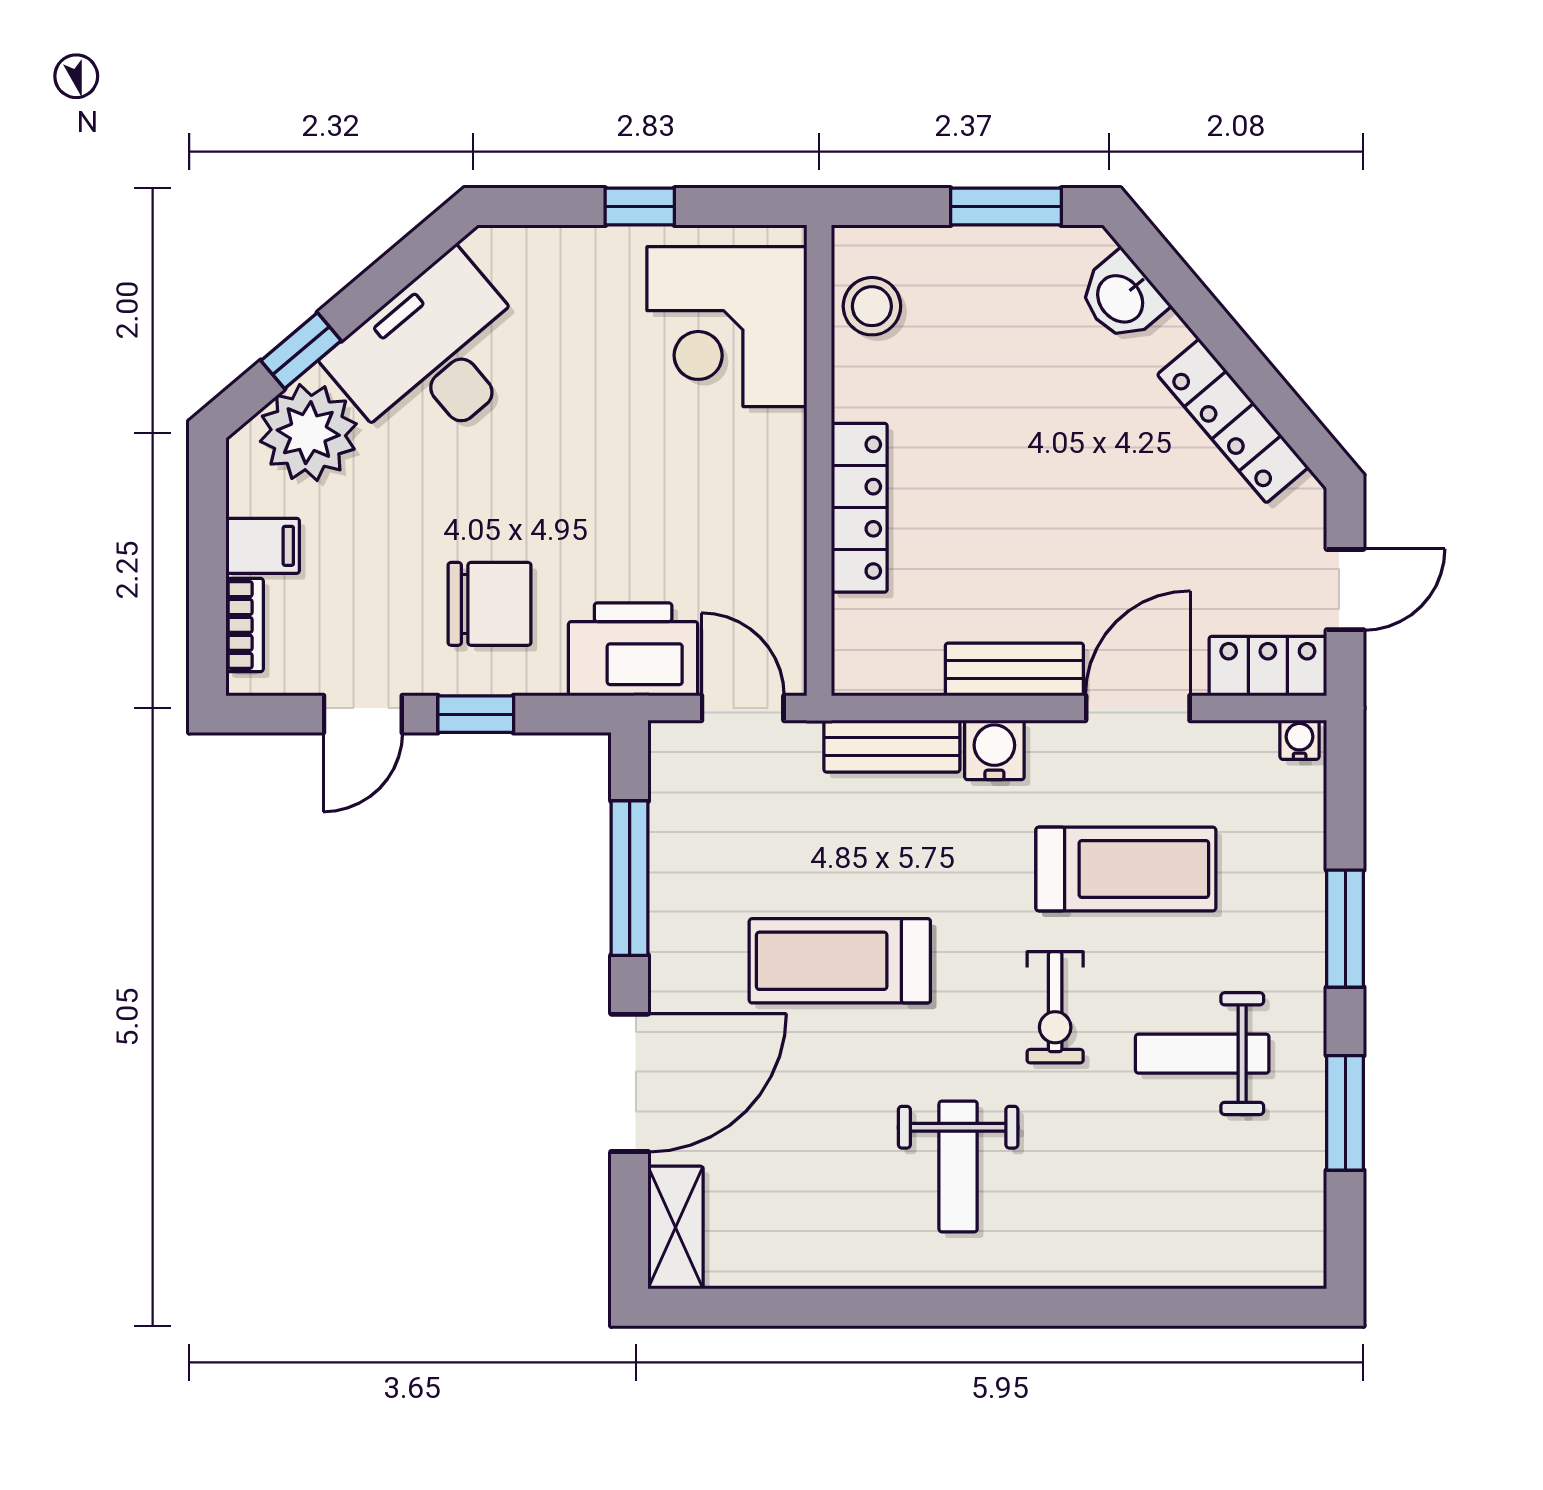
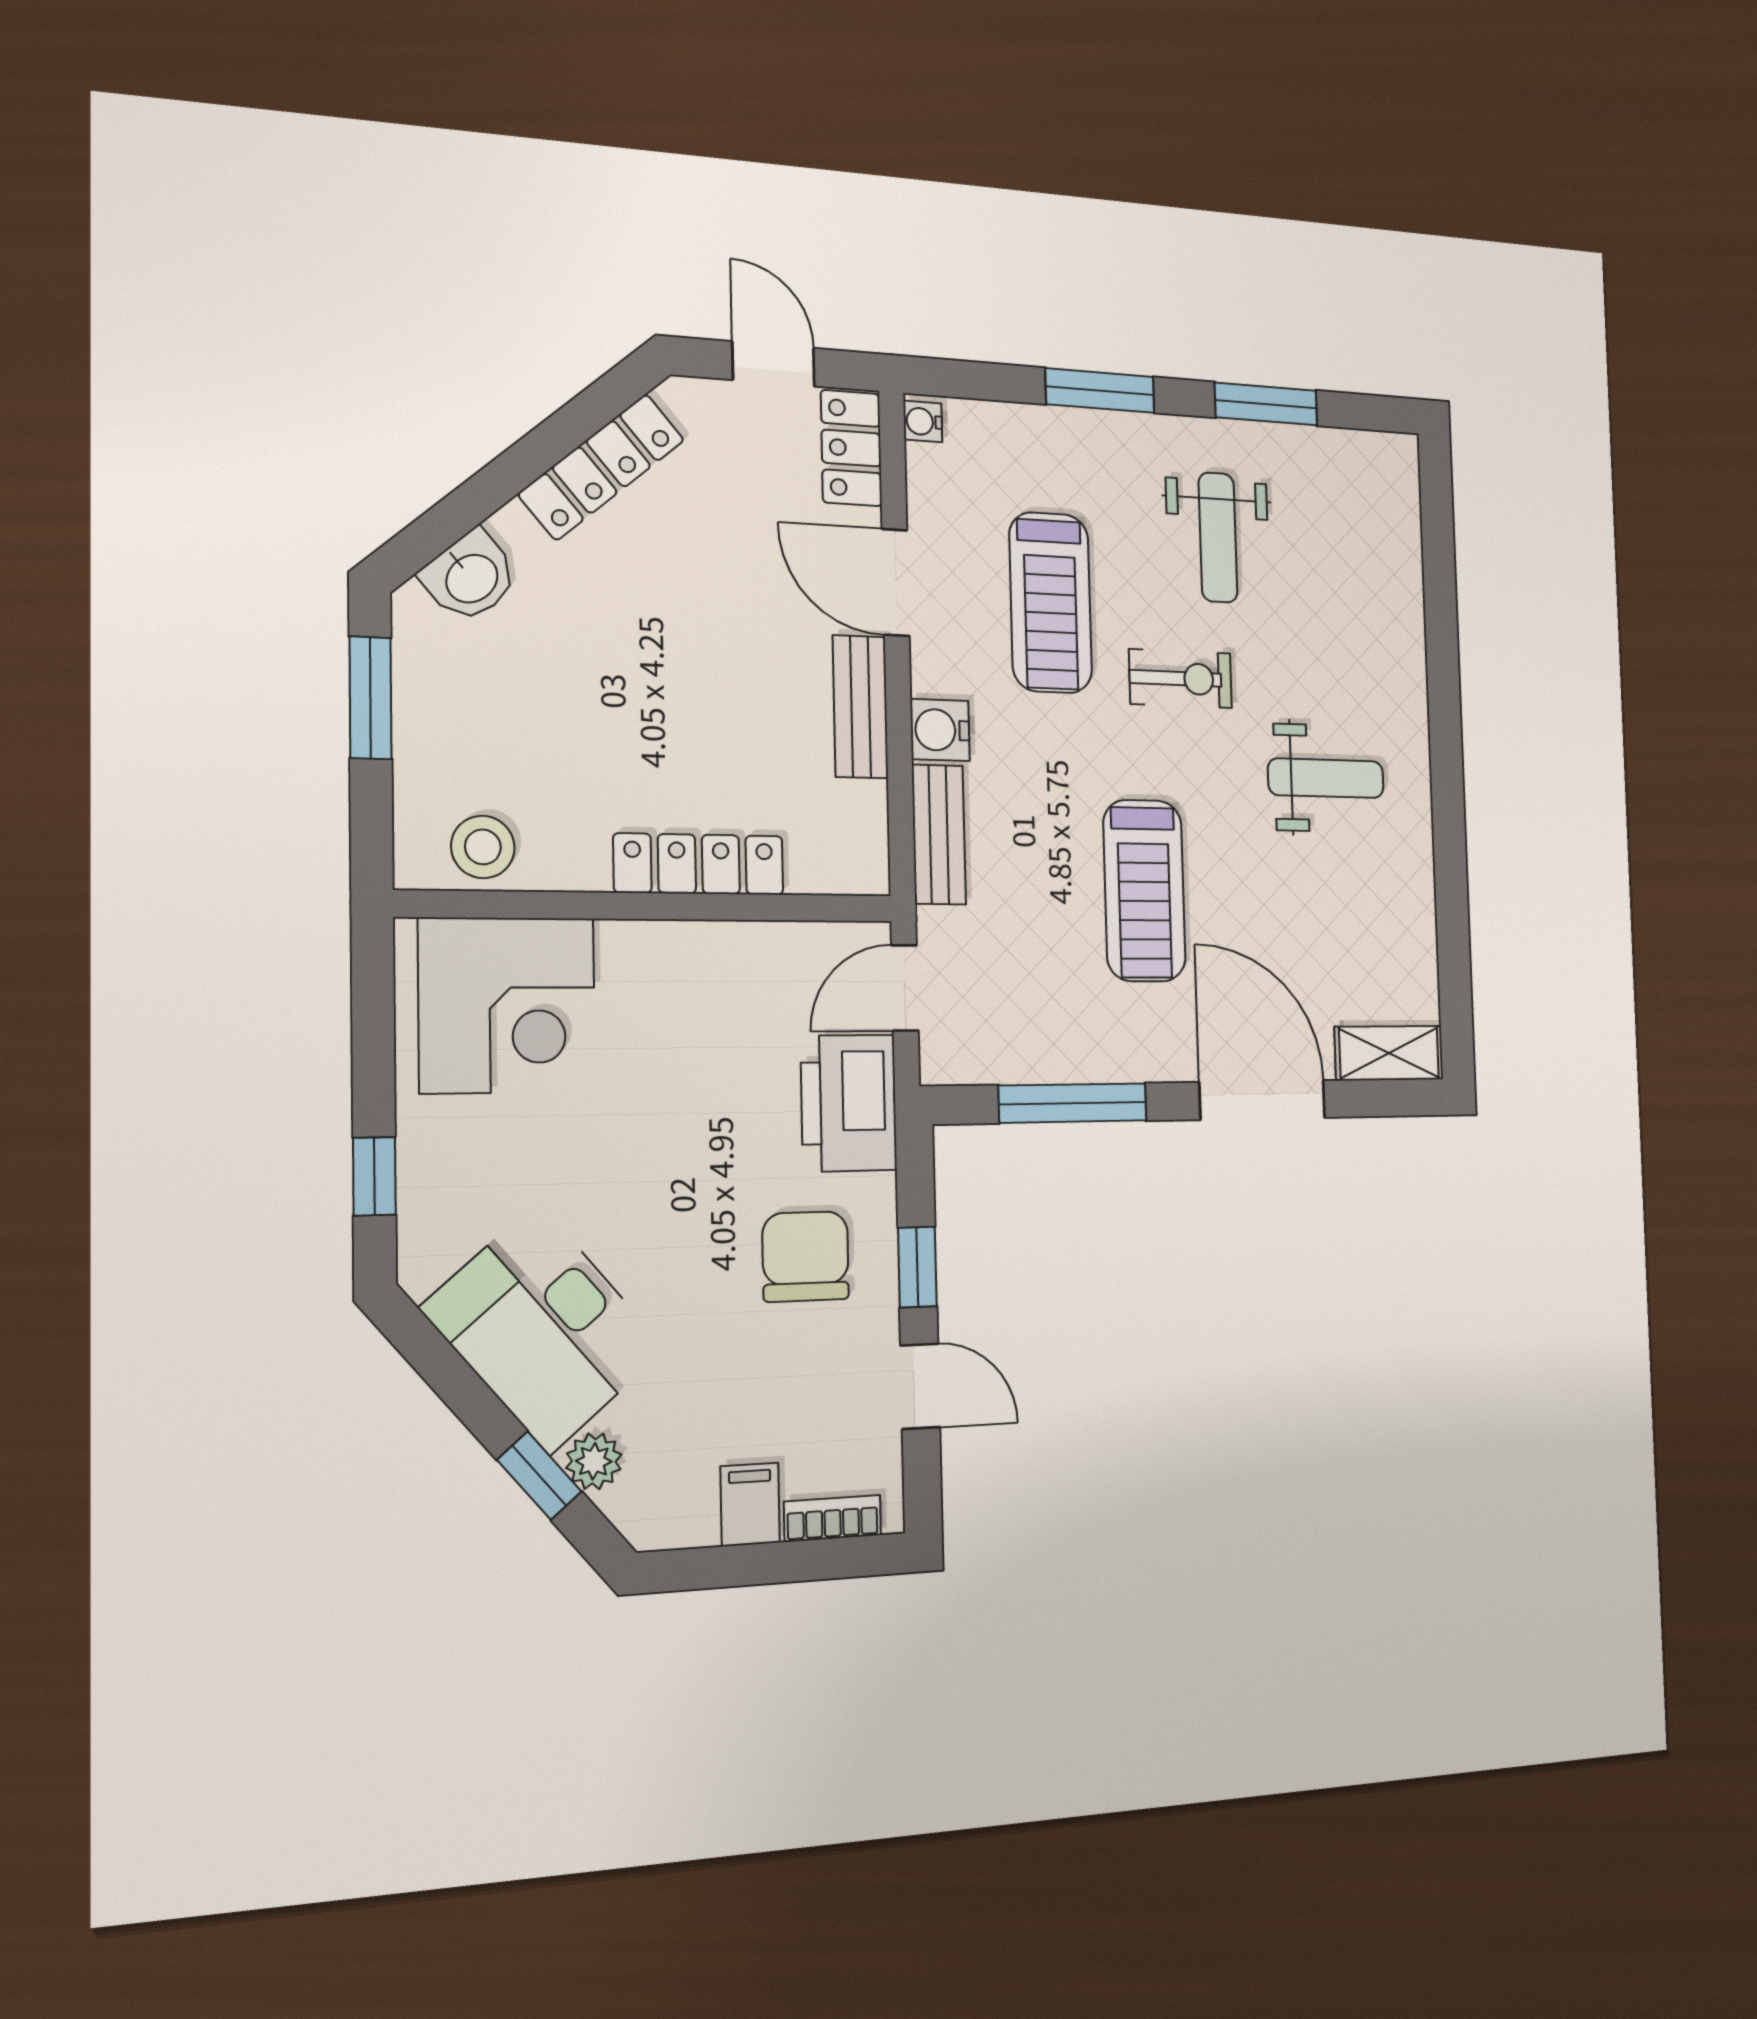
window: (640, 207) -> (374, 1176), moved
plant: (308, 433) -> (594, 1461), width x0.53, depth x0.53
treadmill: (1126, 869) -> (1051, 603), turned 180

